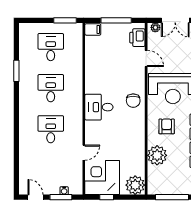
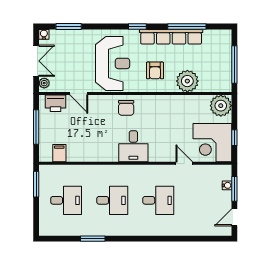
filing cabinet: (93, 29) -> (59, 153), moved
desk: (51, 47) -> (66, 200), turned 180
door: (146, 58) -> (79, 93), swing flipped
desk: (51, 88) -> (112, 200), turned 180
chair: (133, 101) -> (126, 108), turned 90
armchair: (167, 126) -> (155, 70), turned -90
desk: (51, 129) -> (158, 200), turned 180

